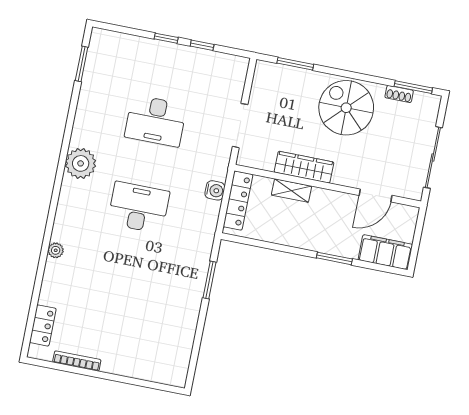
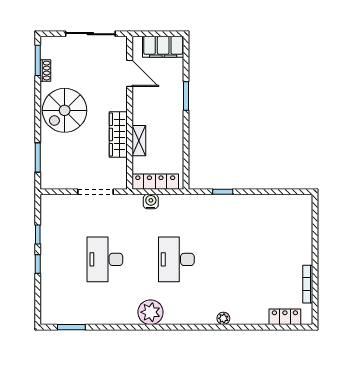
desk: (156, 121) -> (105, 259), turned 180
filing cabinet: (385, 252) -> (163, 47), moved, turned -90
window: (209, 280) -> (223, 192), width x0.67

